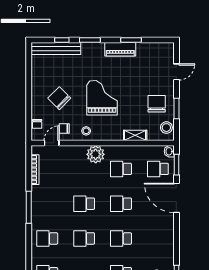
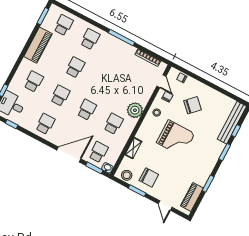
piano: (120, 49) -> (192, 197), moved
school desk: (84, 204) -> (45, 124), moved

